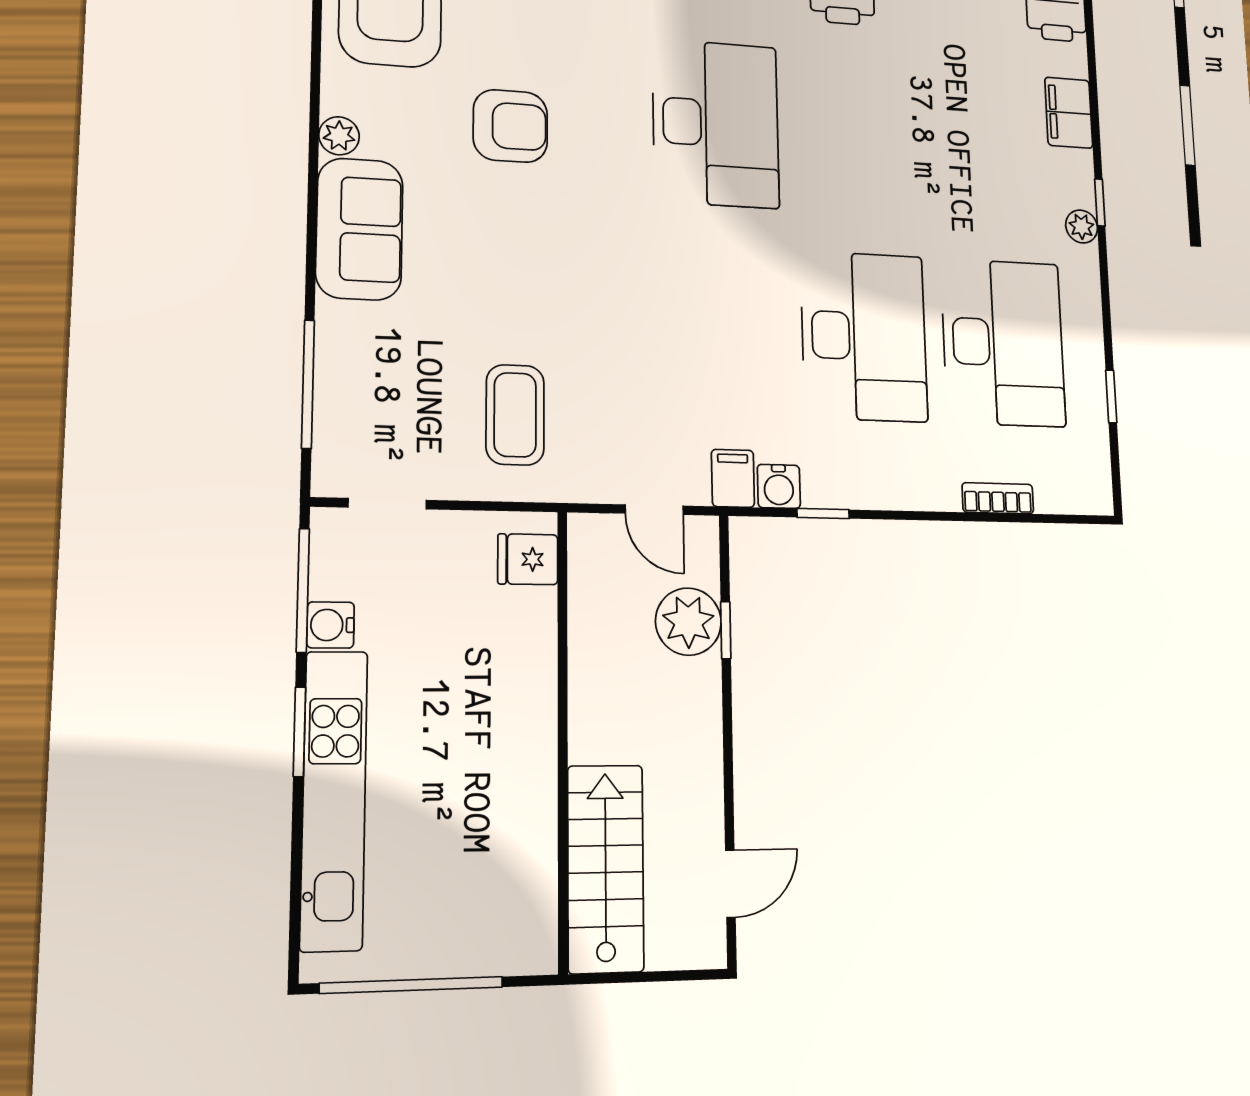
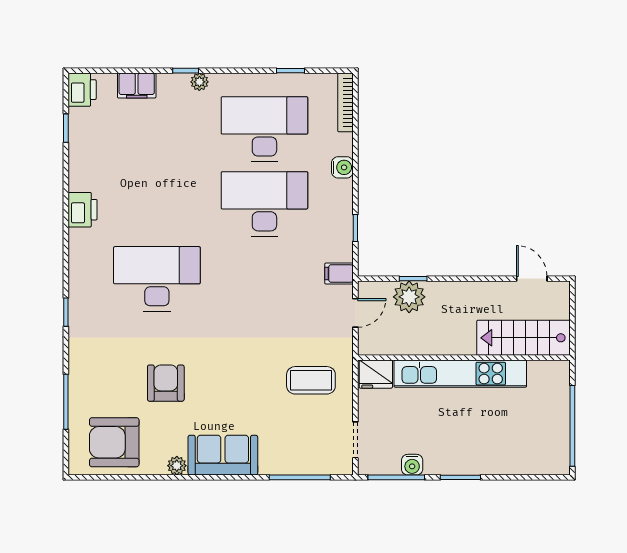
water cooler: (779, 486) -> (342, 167), moved
bookcase: (998, 498) -> (346, 102), moved, width x1.56
fridge: (528, 559) -> (376, 374), width x1.38
kitchen unit: (334, 800) -> (460, 374), moved, turned 180

